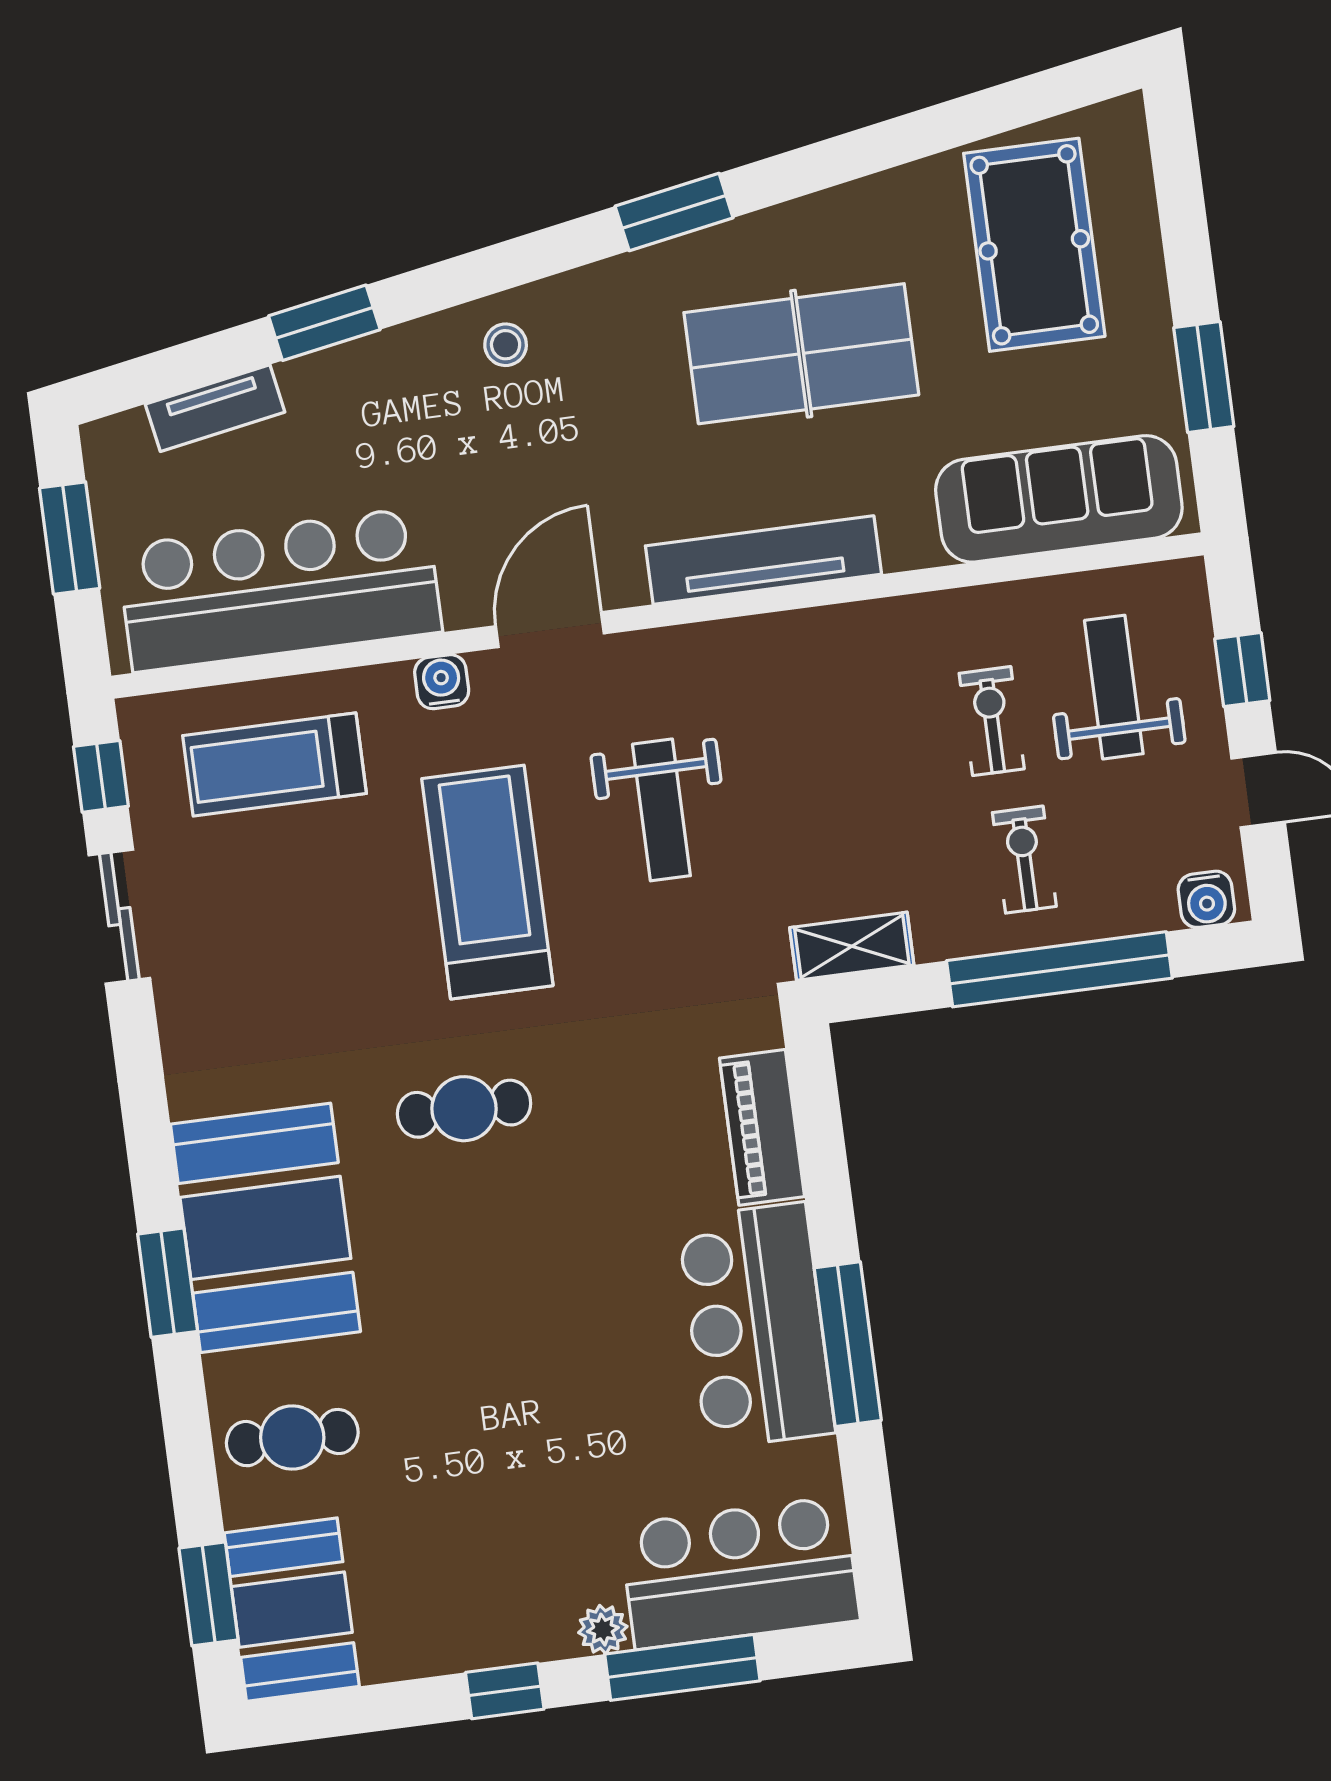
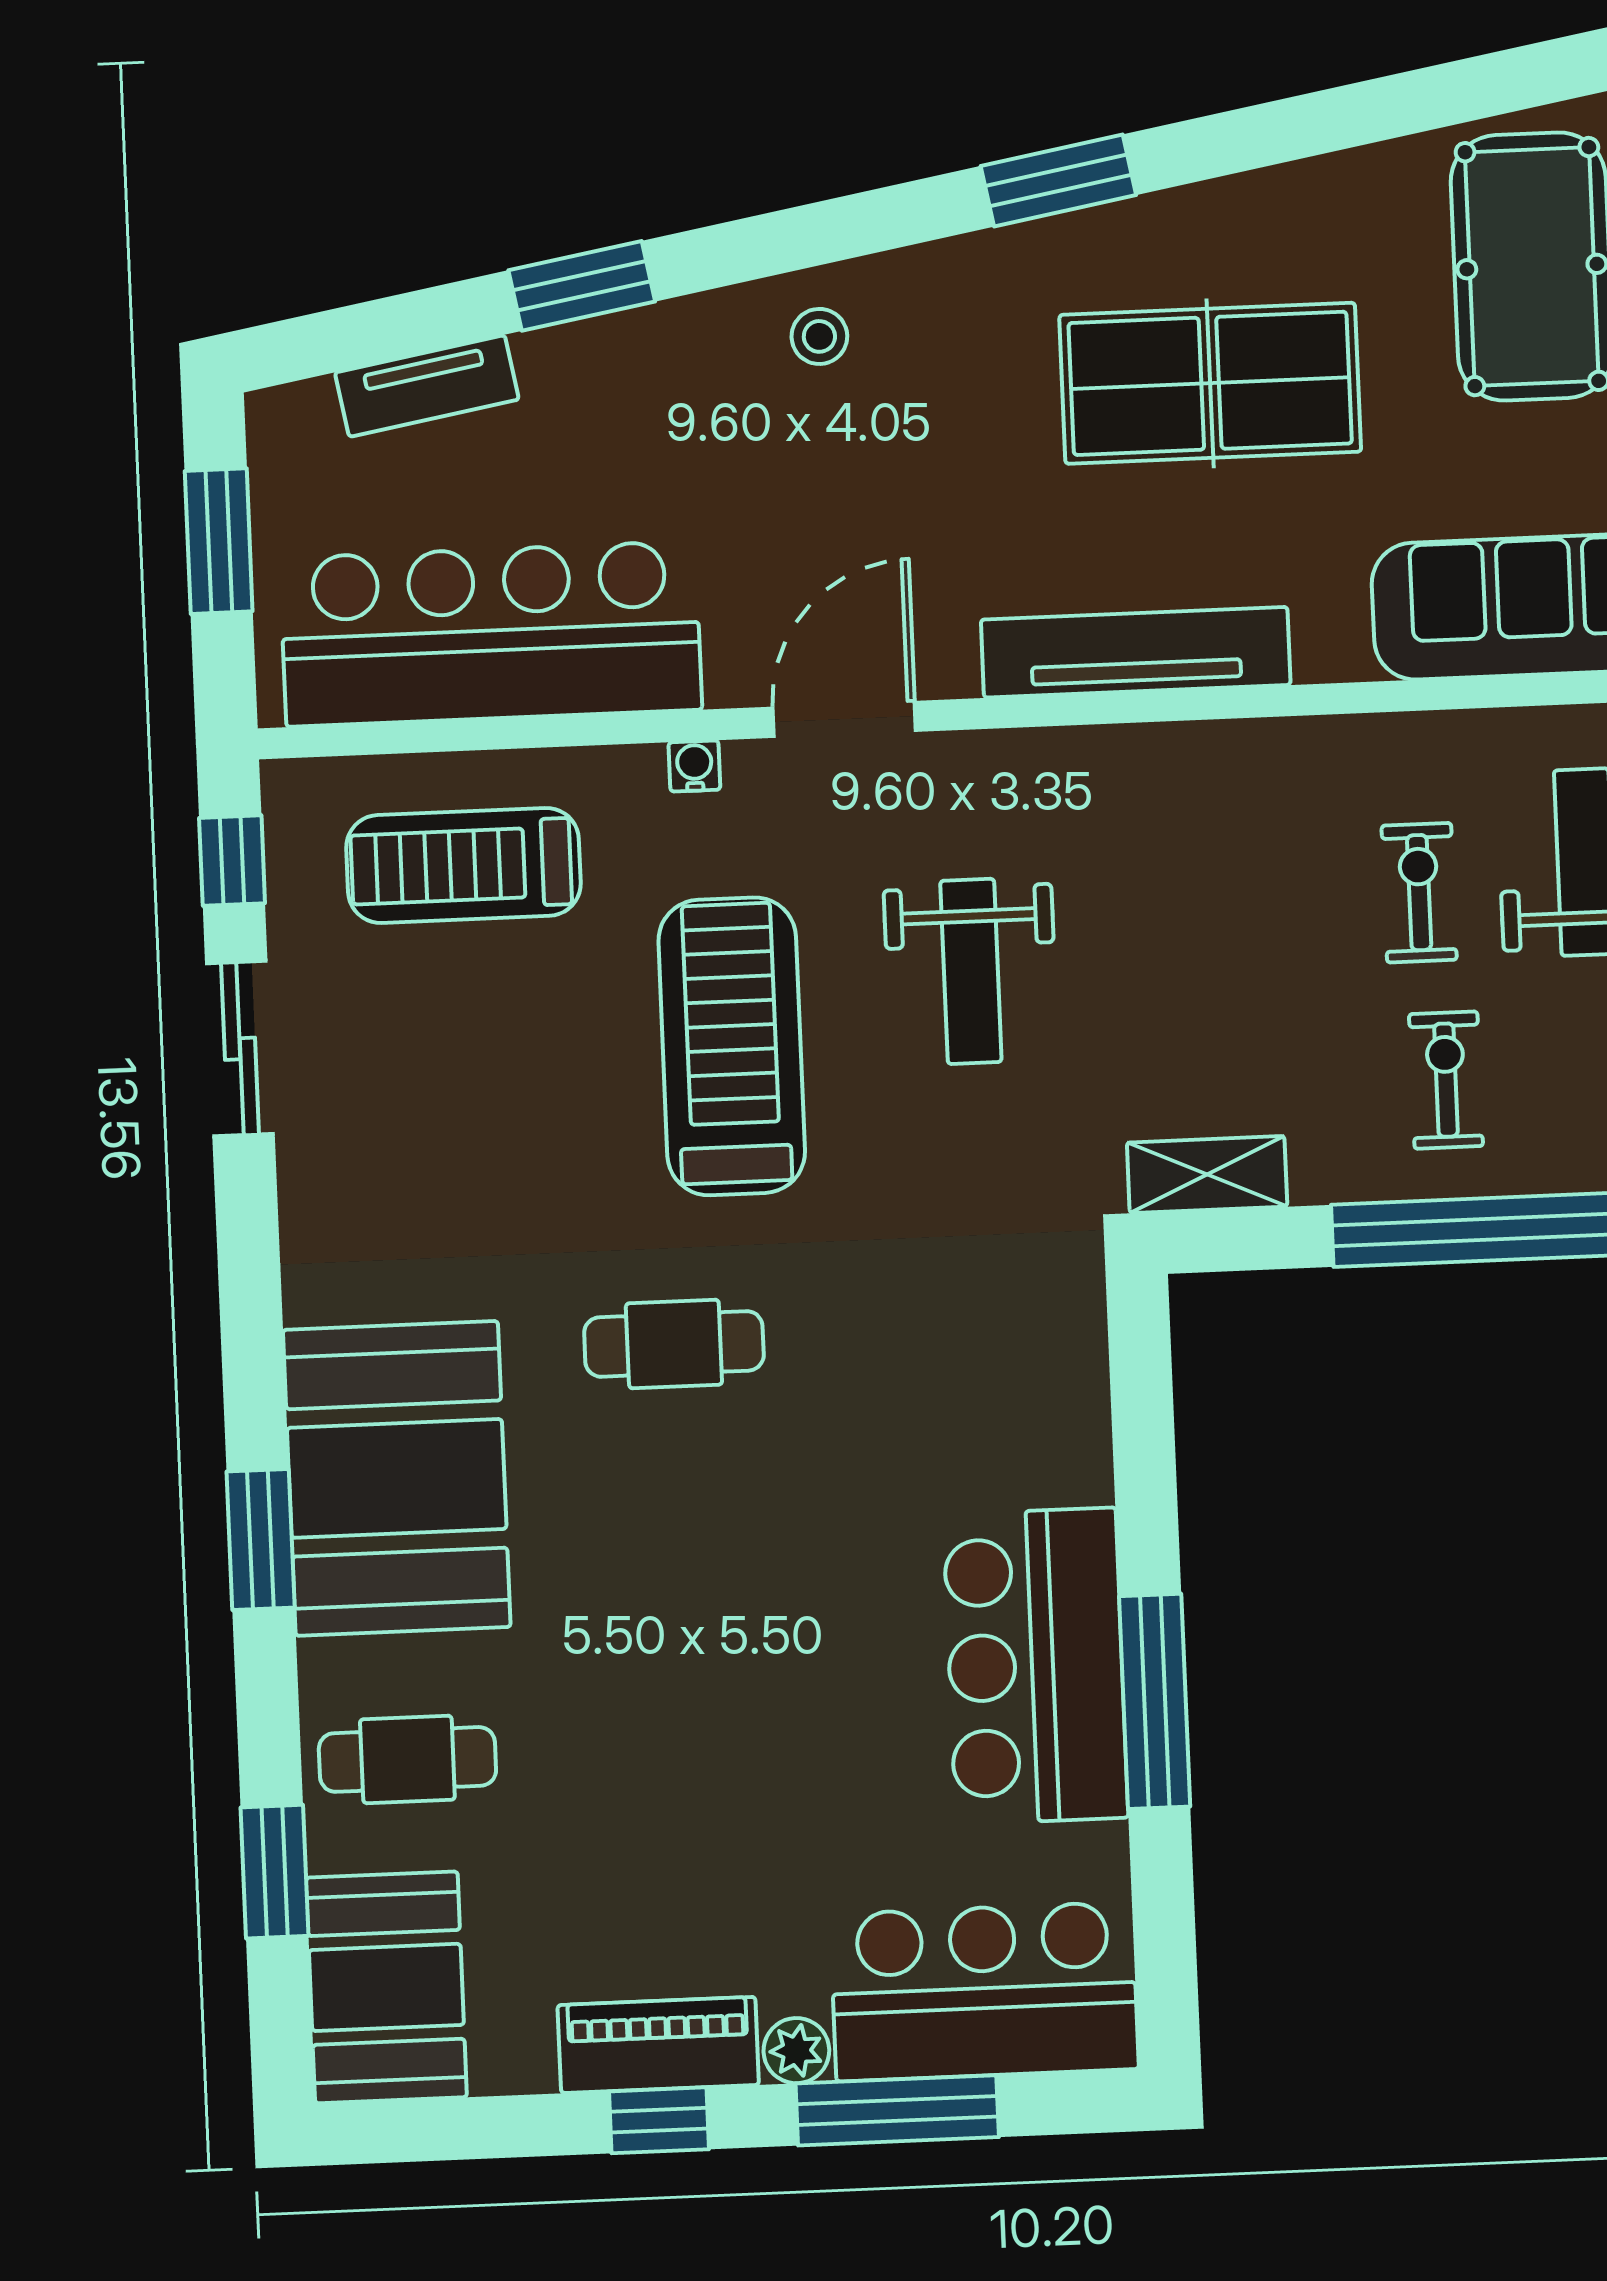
water cooler: (442, 682) -> (694, 766), width x0.72, depth x0.72
piano: (762, 1127) -> (658, 2045), moved, turned 90
window: (209, 1594) -> (274, 1872), moved

